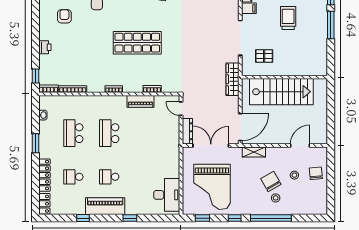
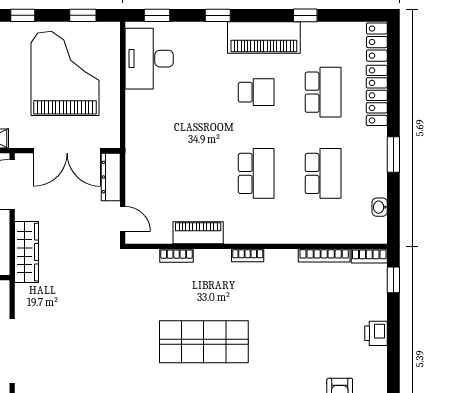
wardrobe: (233, 79) -> (27, 252), moved
school desk: (73, 177) -> (323, 92), width x1.85
window: (163, 218) -> (157, 15), added

